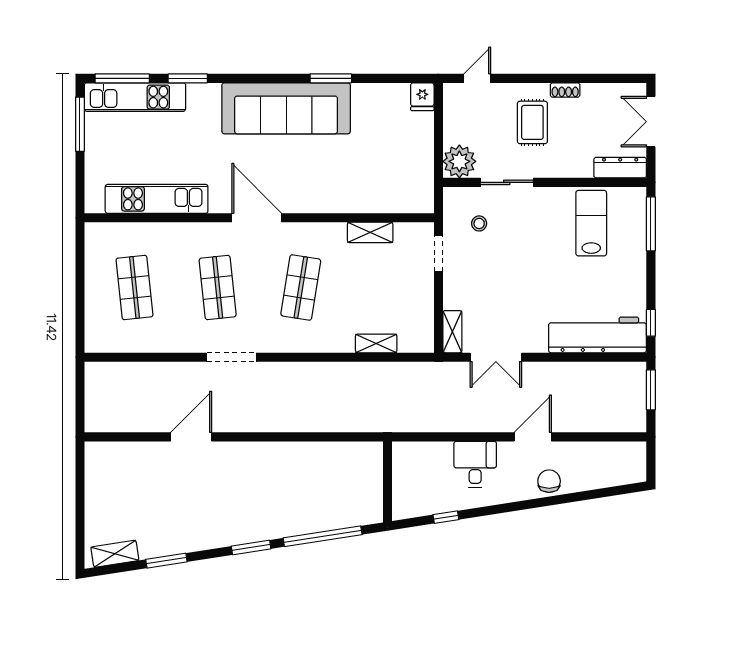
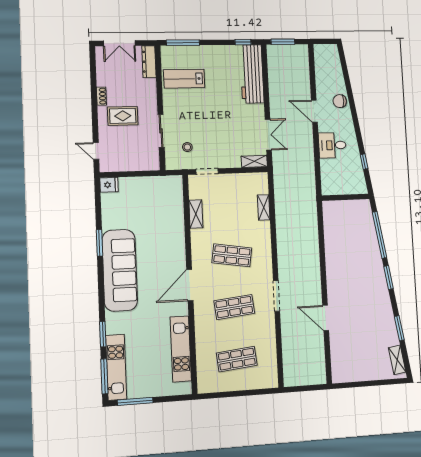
plant: (459, 161) -> (149, 160), removed

